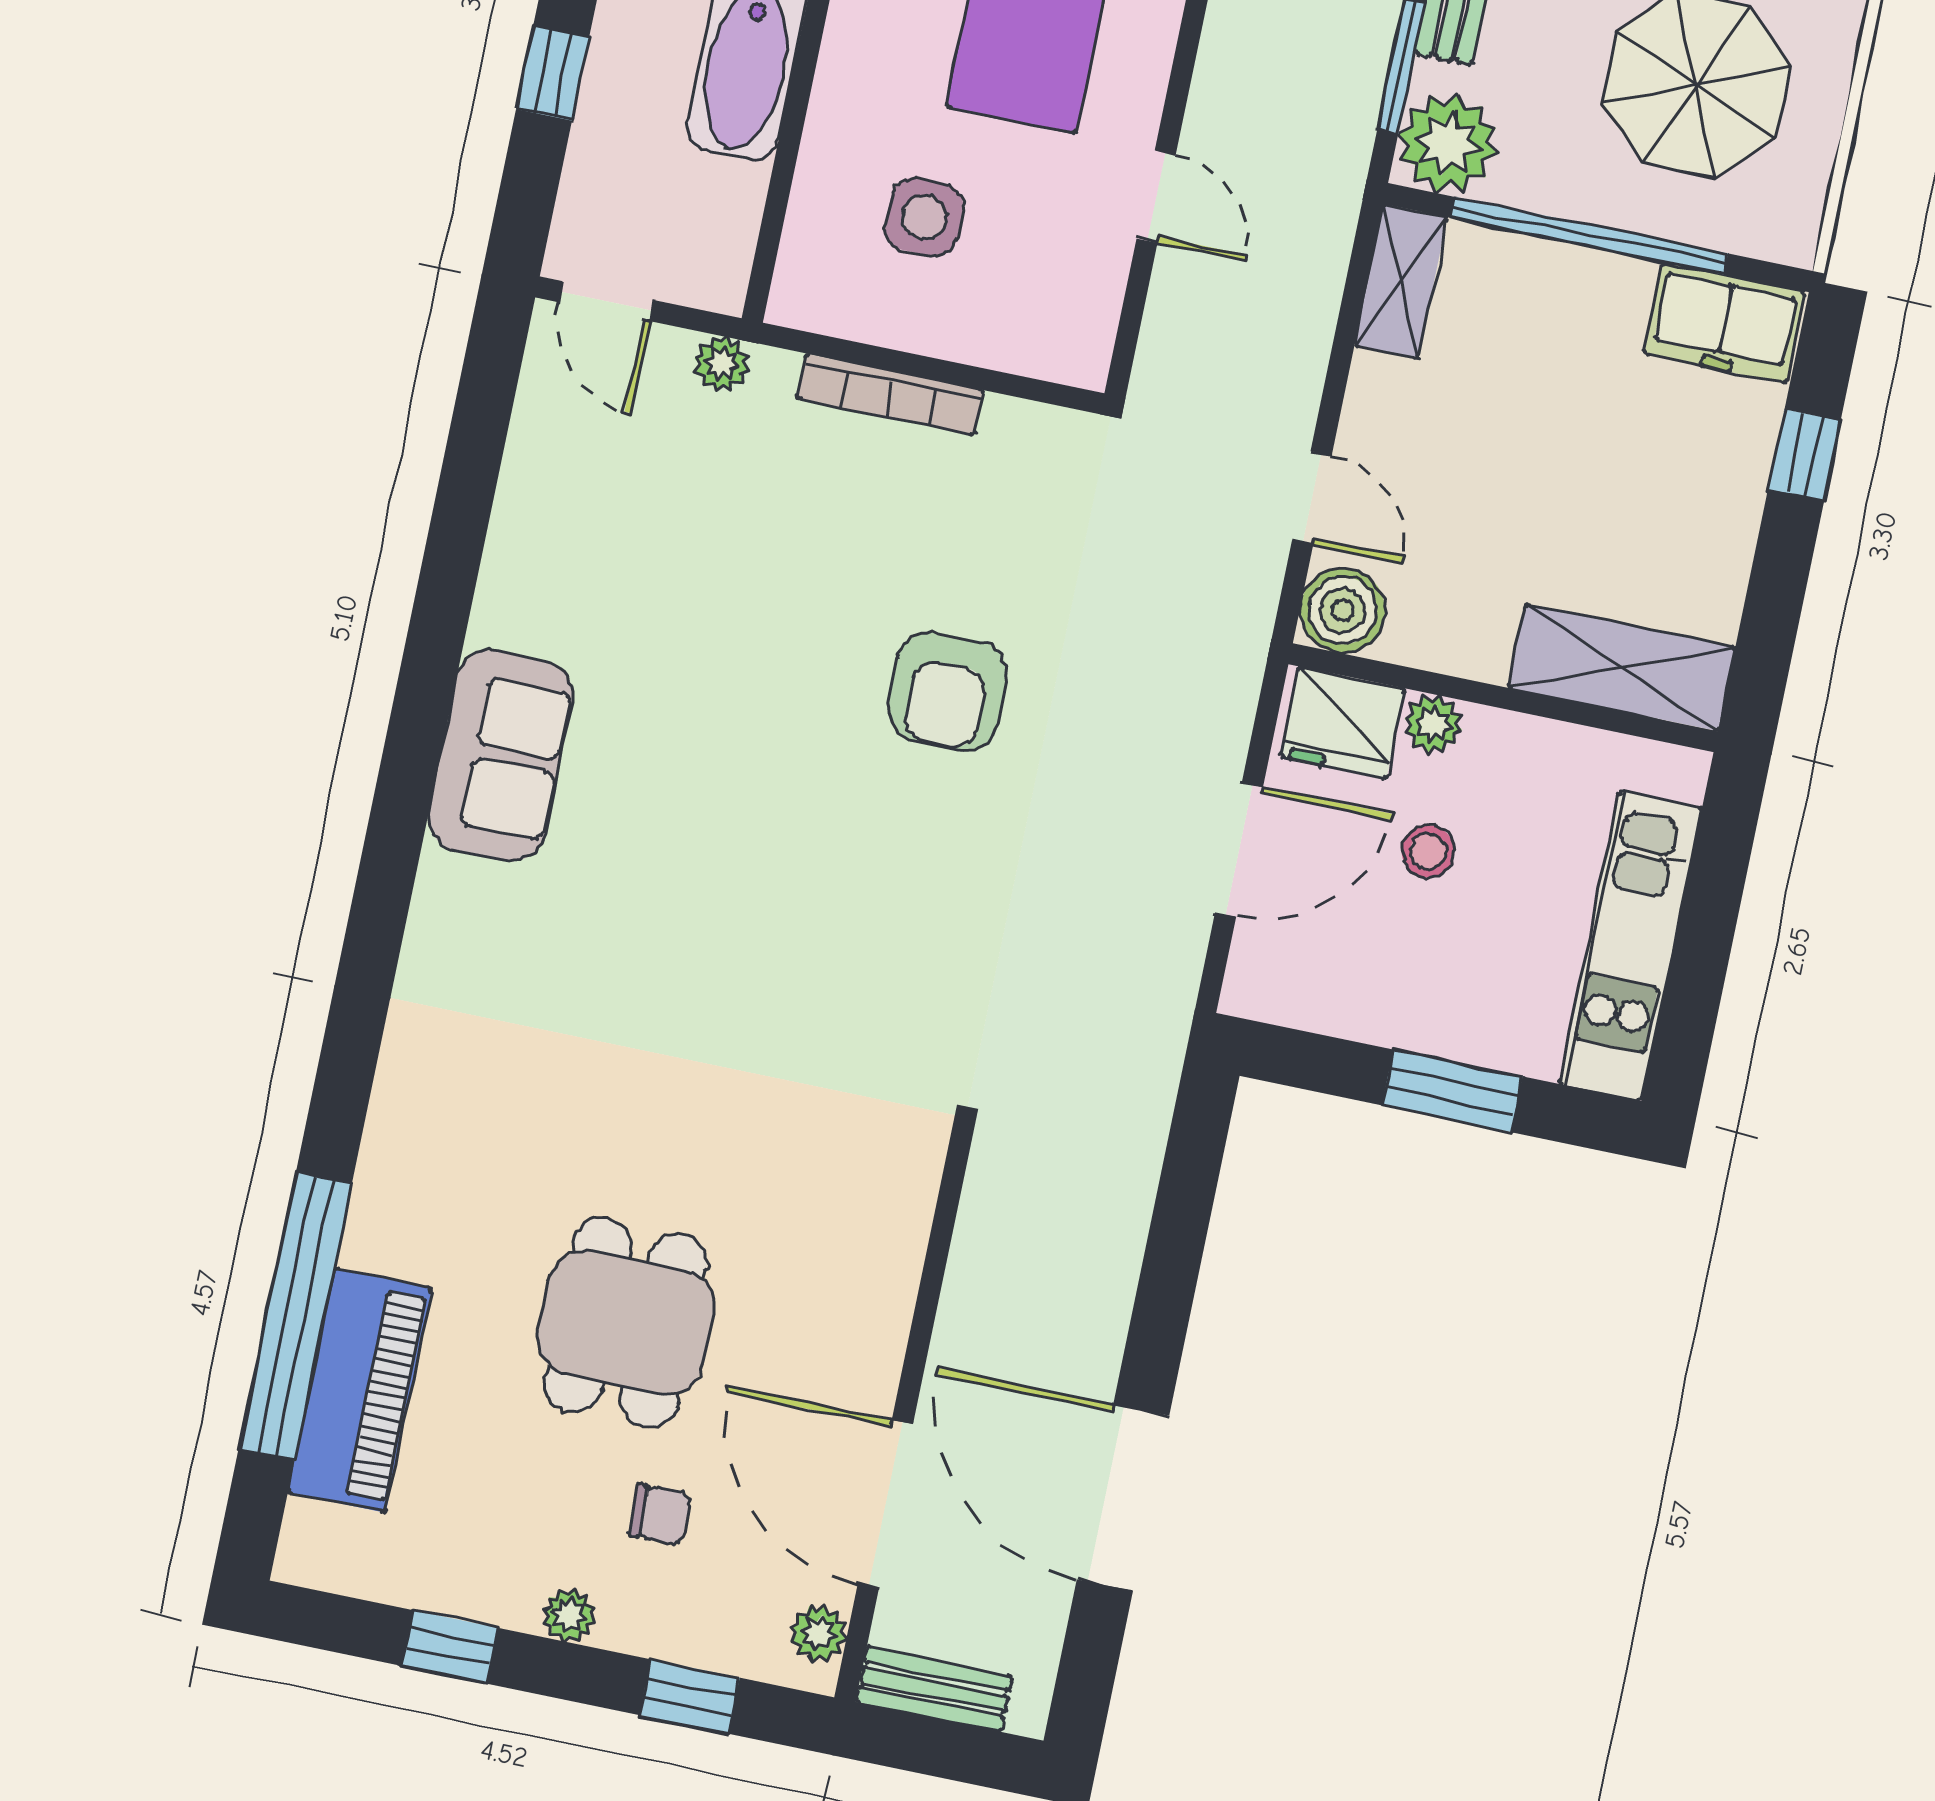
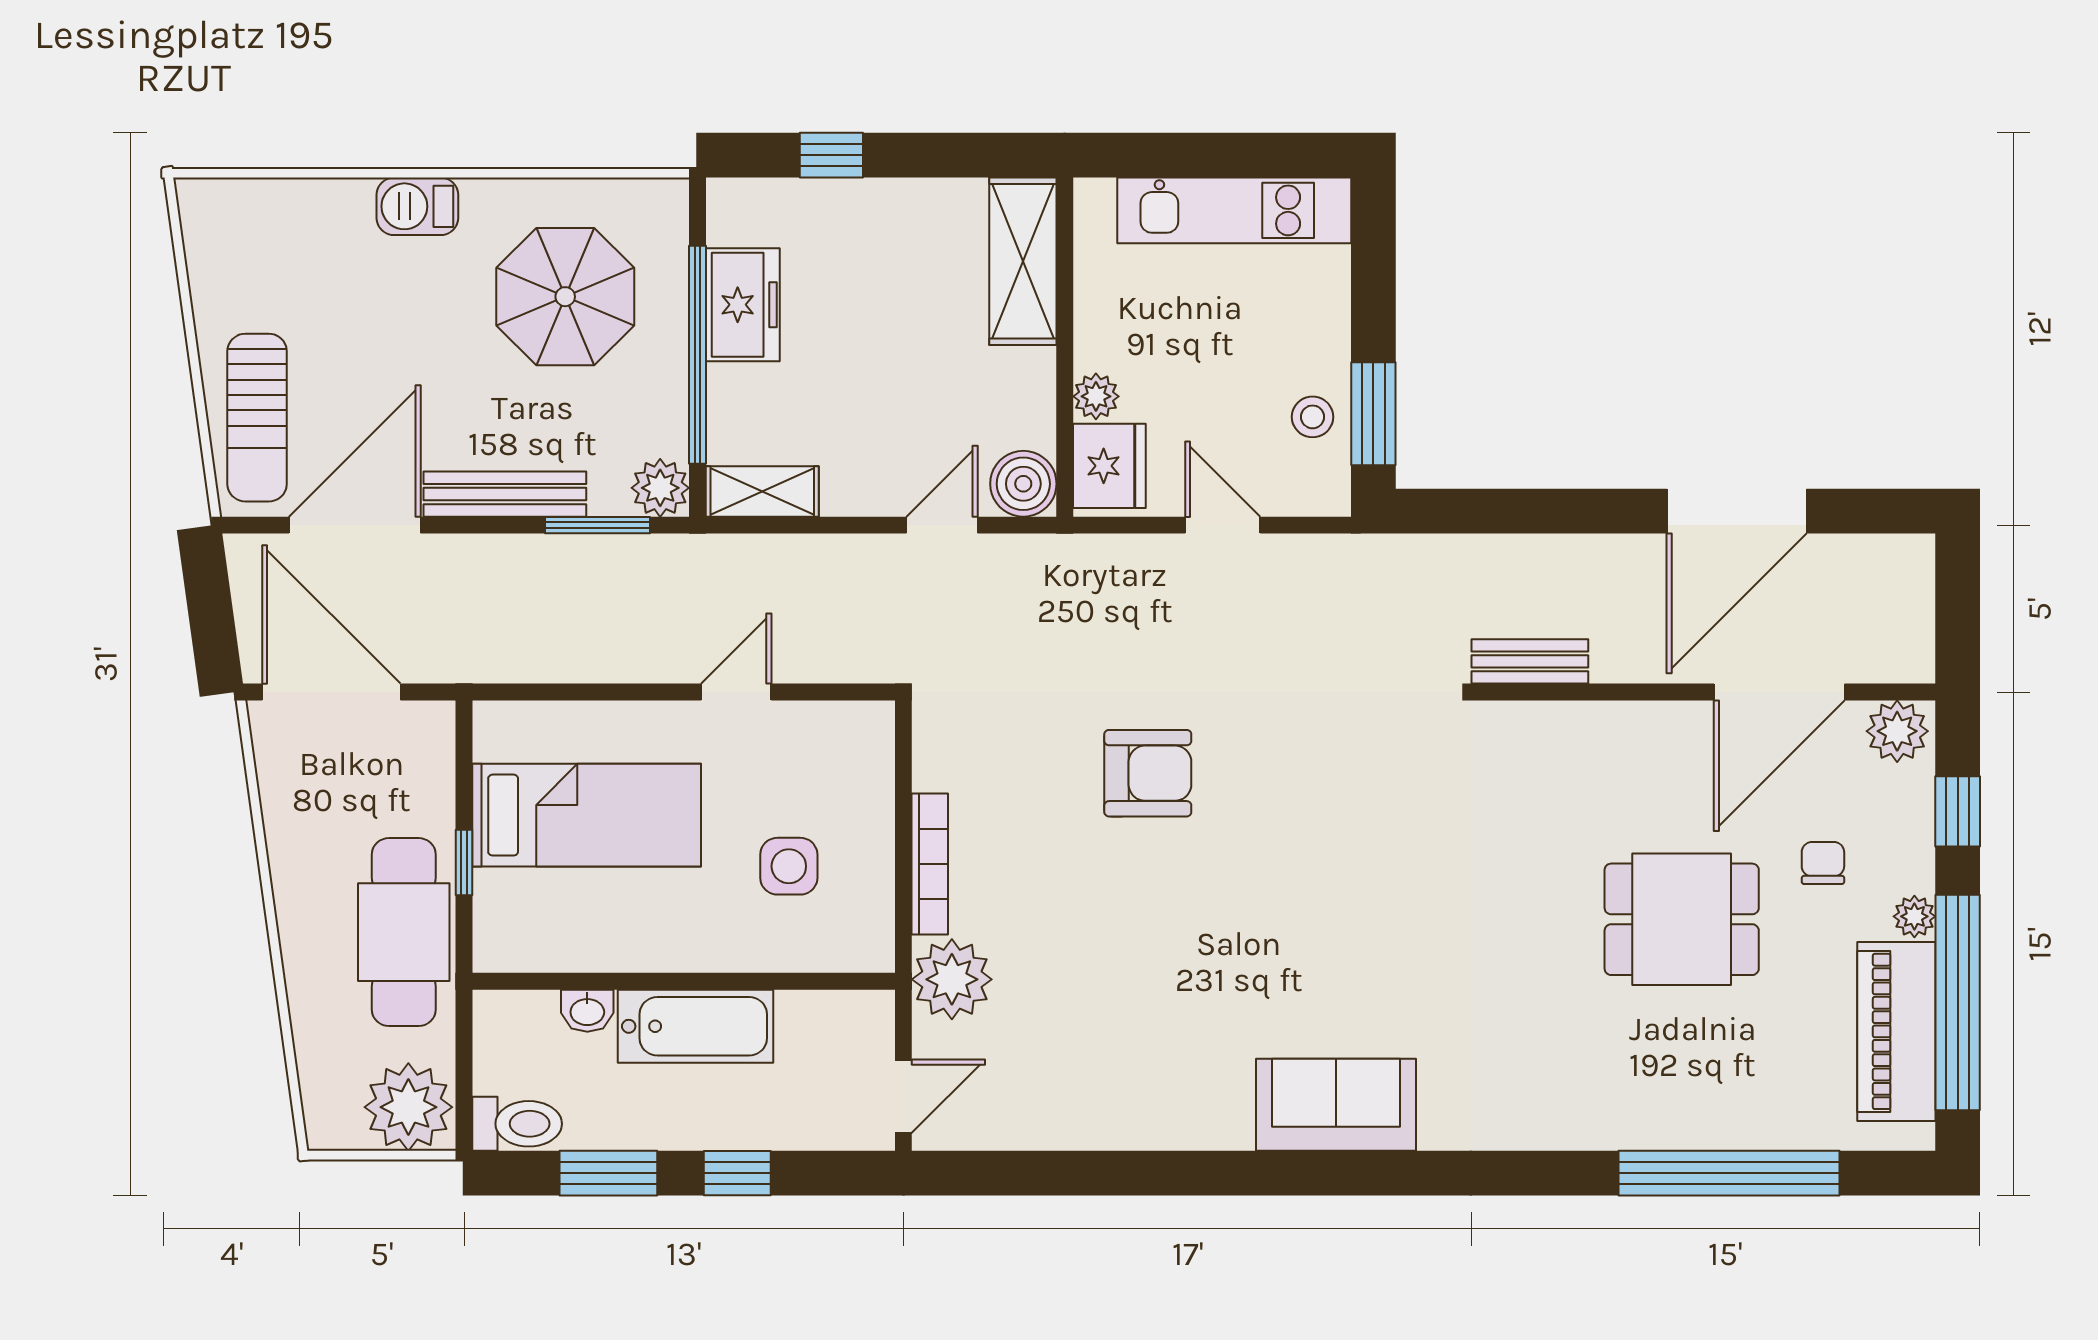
plant: (1448, 144) -> (660, 488), width x0.73, depth x0.73
freezer: (1725, 323) -> (743, 305), moved
plant: (722, 364) -> (952, 979), width x1.88, depth x1.88
sofa: (501, 756) -> (1336, 1105), moved
door: (1239, 850) -> (1223, 525), width x0.73
stool: (1428, 851) -> (1313, 417), moved
window: (1452, 1091) -> (1373, 414), moved
piano: (360, 1390) -> (1896, 1031), moved, turned -90
plant: (818, 1633) -> (1897, 731), width x1.38, depth x1.38
window: (450, 1647) -> (1958, 1003), width x3.17
bench: (934, 1689) -> (1530, 661), moved, turned 90

